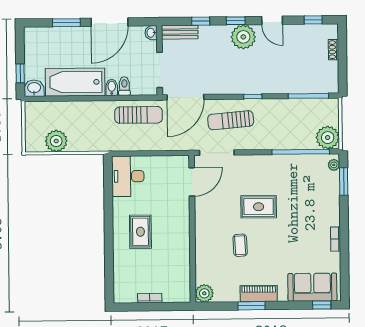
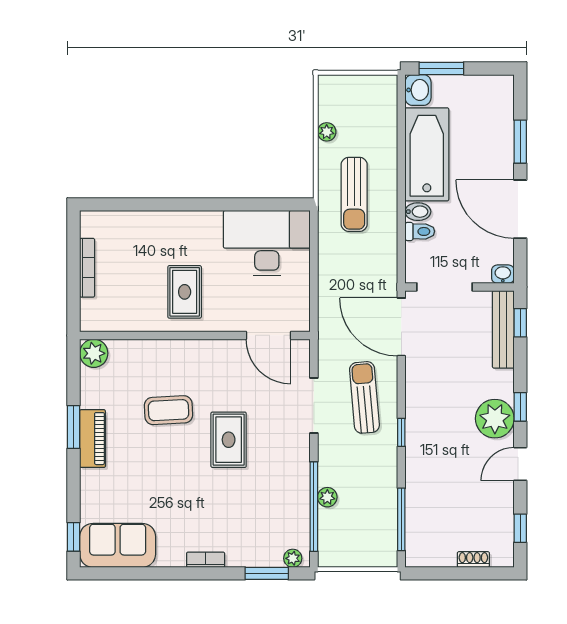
window: (201, 21) -> (520, 323), moved
bench: (180, 32) -> (503, 329), width x1.36
window: (20, 73) -> (441, 68), width x1.50
sun lounger: (139, 115) -> (354, 194), moved
plant: (328, 138) -> (327, 497), moved, width x0.53, depth x0.53
plant: (56, 141) -> (327, 132), width x0.53, depth x0.53
doorway: (217, 153) -> (314, 405), moved
desk: (128, 176) -> (267, 243), width x1.36, depth x1.30
rug: (140, 232) -> (185, 292), moved, turned 90
bookcase: (336, 239) -> (206, 560), moved
coffee table: (240, 245) -> (169, 410), width x1.36, depth x1.30
sofa: (312, 287) -> (118, 545), moved, turned -90
bookcase: (150, 298) -> (87, 268), width x1.56

